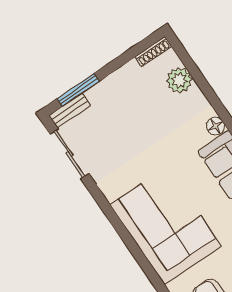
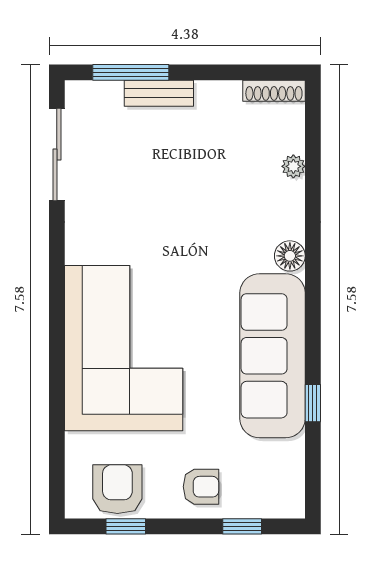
plant: (179, 80) -> (293, 166), width x0.53, depth x0.53
bench: (70, 110) -> (159, 93), moved

